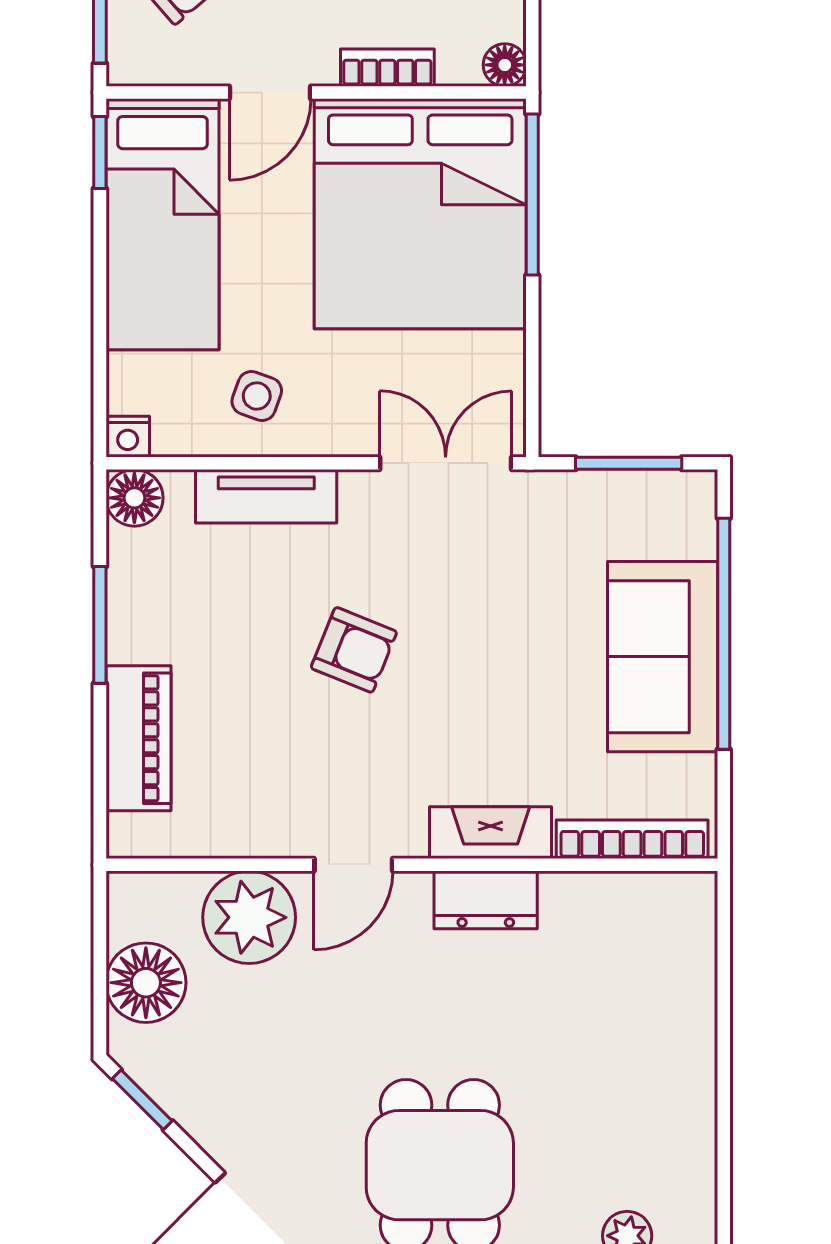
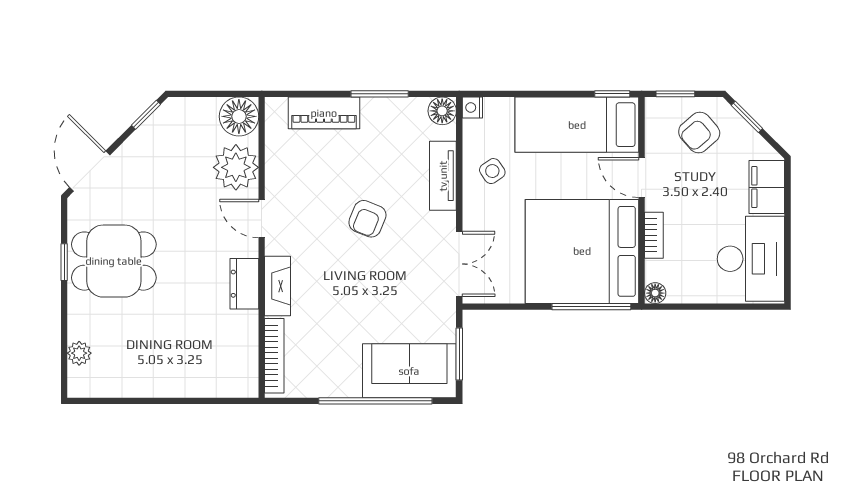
side table: (257, 396) -> (492, 171), turned 36
sofa: (663, 657) -> (409, 371), moved
floor lamp: (146, 983) -> (239, 116), moved

